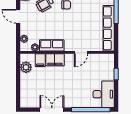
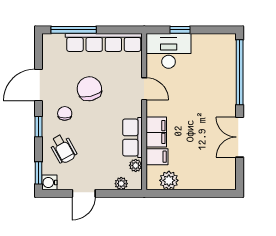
chair: (81, 20) -> (89, 89), added
desk: (104, 94) -> (169, 51), moved

